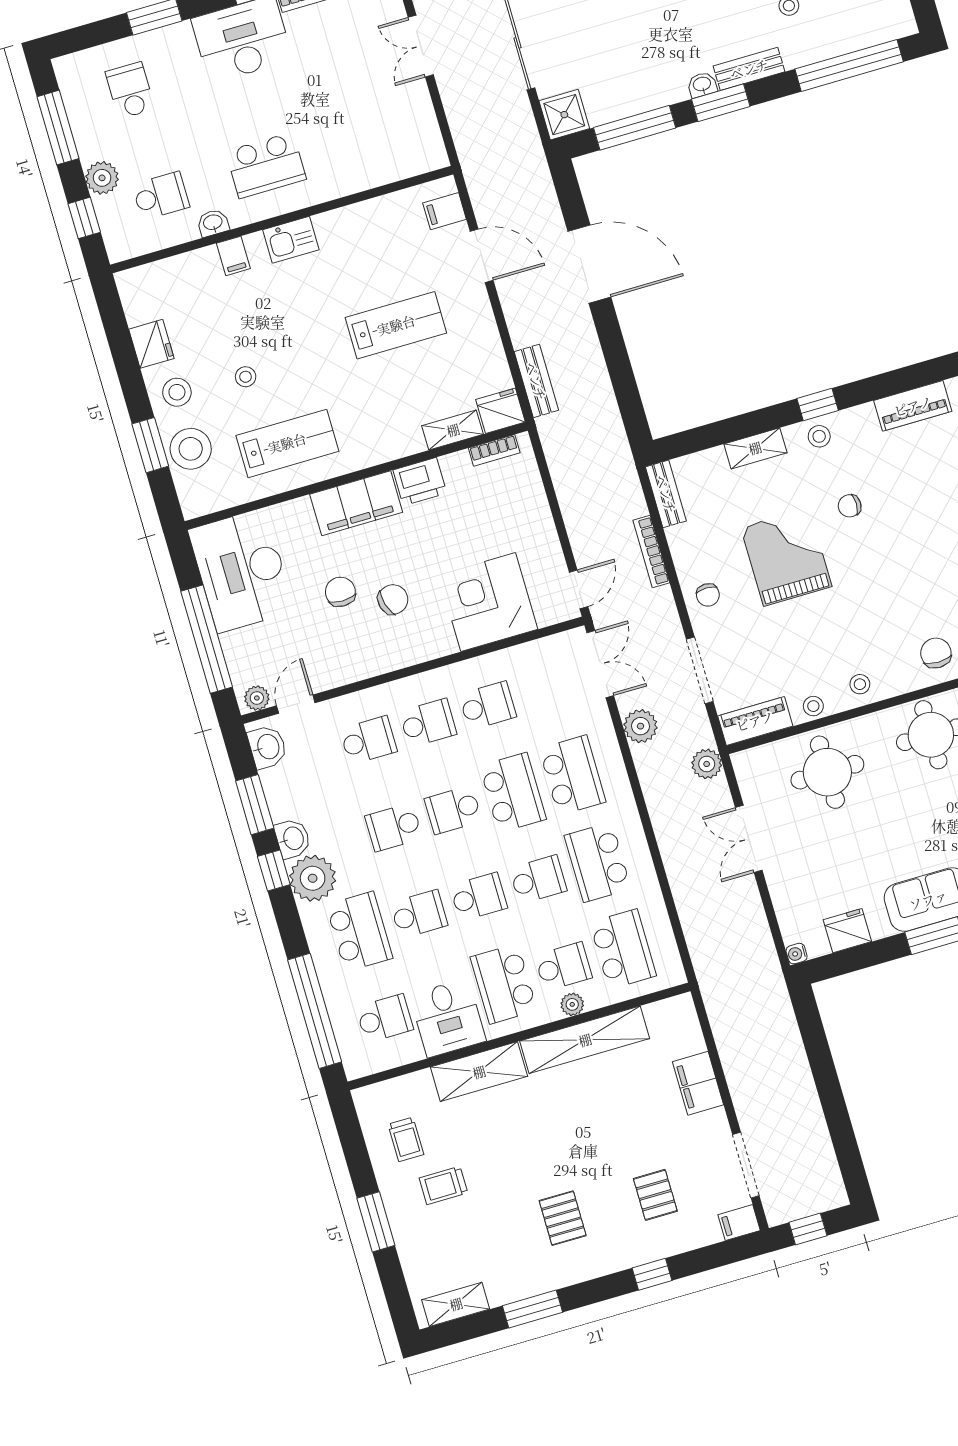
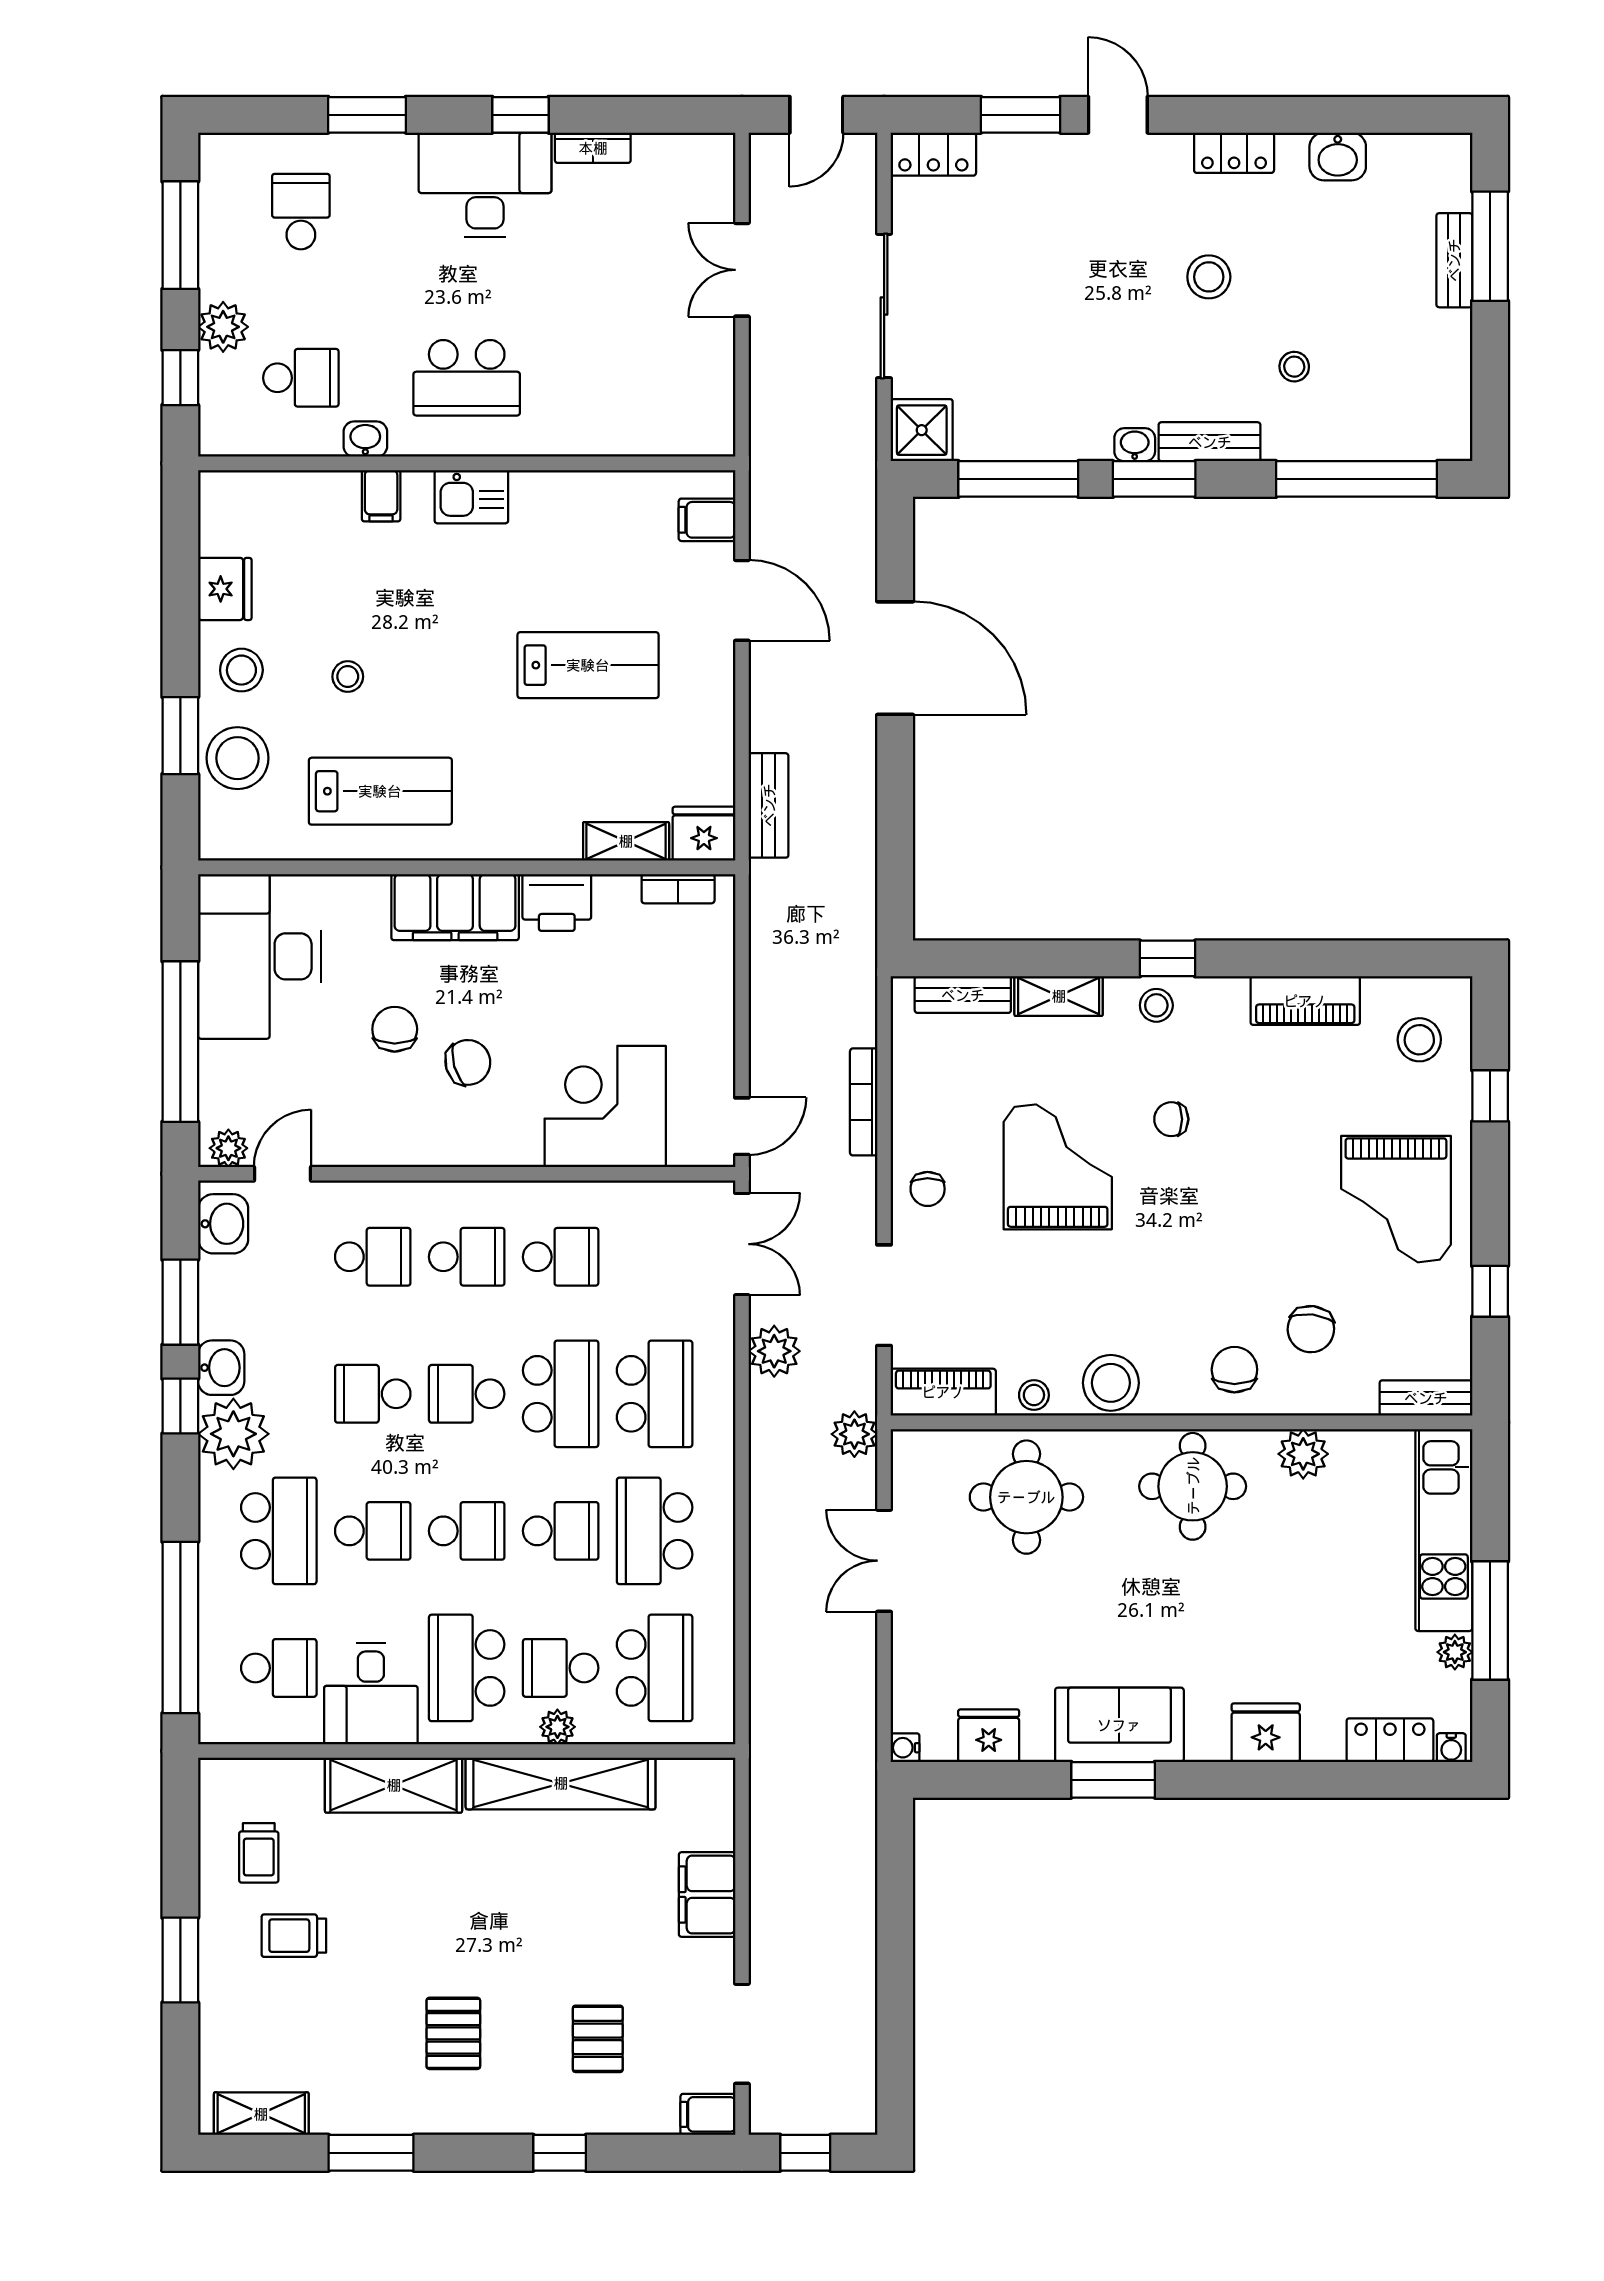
bench: (666, 494) -> (963, 995), moved, turned 90
stool: (860, 684) -> (1111, 1383), width x1.89, depth x1.89
school desk: (563, 966) -> (561, 1668), turned 180

